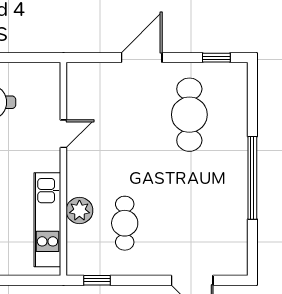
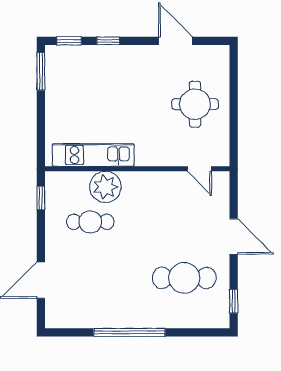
door: (63, 134) -> (199, 169), moved
plant: (79, 211) -> (105, 187), width x1.36, depth x1.36

